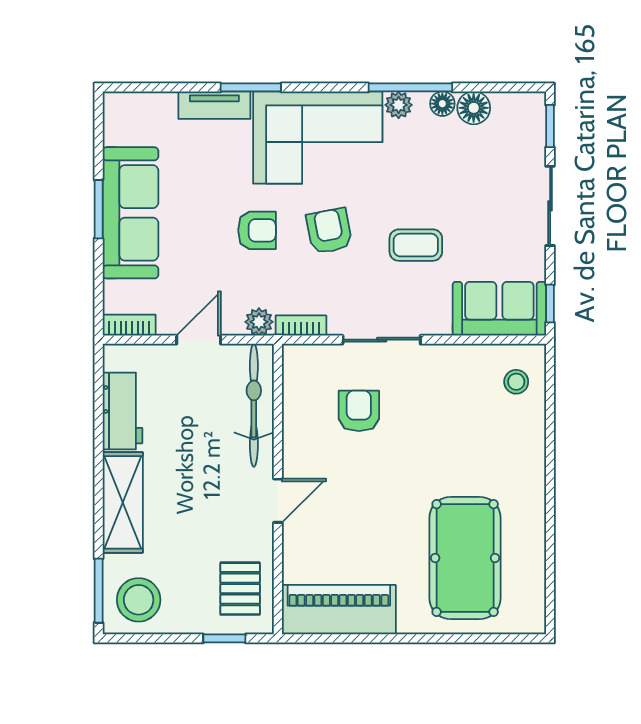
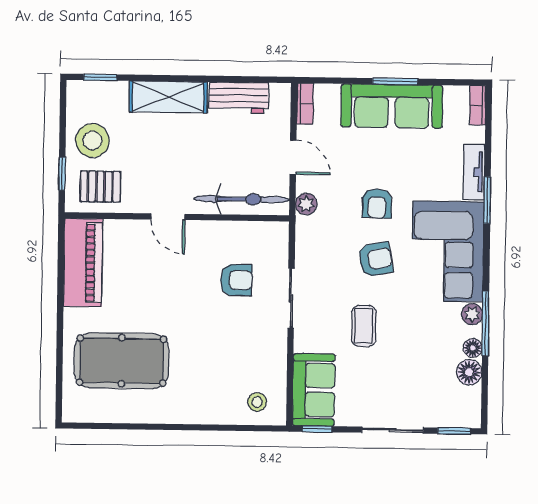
bookcase: (301, 326) -> (478, 105), moved, turned 180
window: (99, 591) -> (100, 77), width x0.67
stool: (139, 600) -> (92, 141), moved

